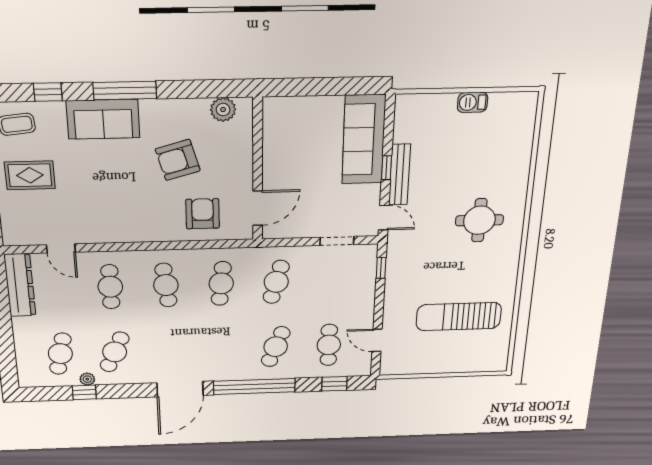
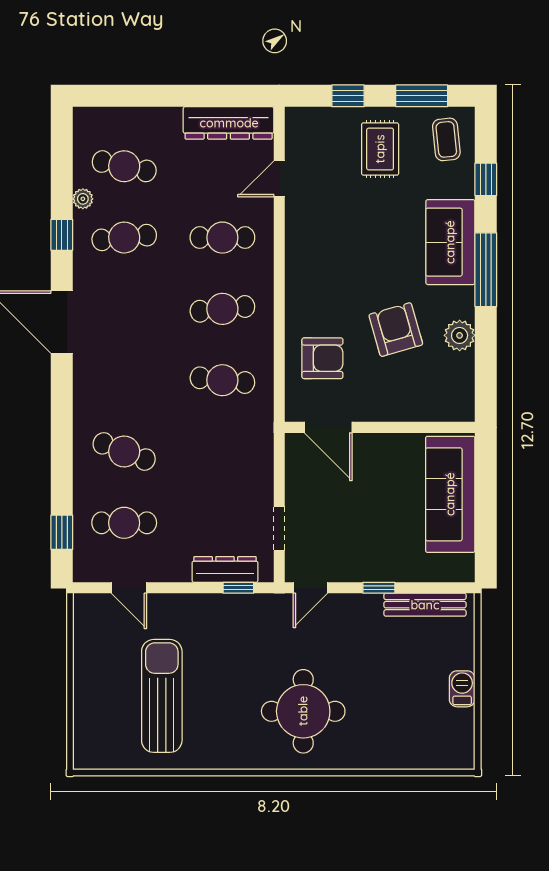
plant: (223, 110) -> (460, 335), moved
sofa: (364, 140) -> (450, 494), moved, turned -90
bench: (400, 175) -> (425, 605), moved
round table: (479, 220) -> (303, 711), width x1.36, depth x1.36
dresser: (367, 277) -> (225, 569), added
cafe table: (276, 282) -> (222, 451), removed
door: (377, 340) -> (129, 588), swing flipped
cafe table: (115, 352) -> (124, 238), turned -30
window: (254, 387) -> (62, 423), removed
window: (84, 392) -> (62, 235), moved

